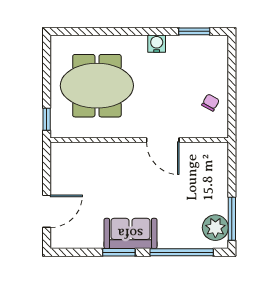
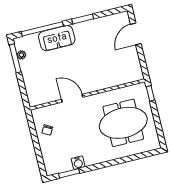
water cooler: (157, 44) -> (78, 163), moved
plant: (215, 228) -> (21, 55), width x0.53, depth x0.53
sofa: (130, 233) -> (57, 38), moved

